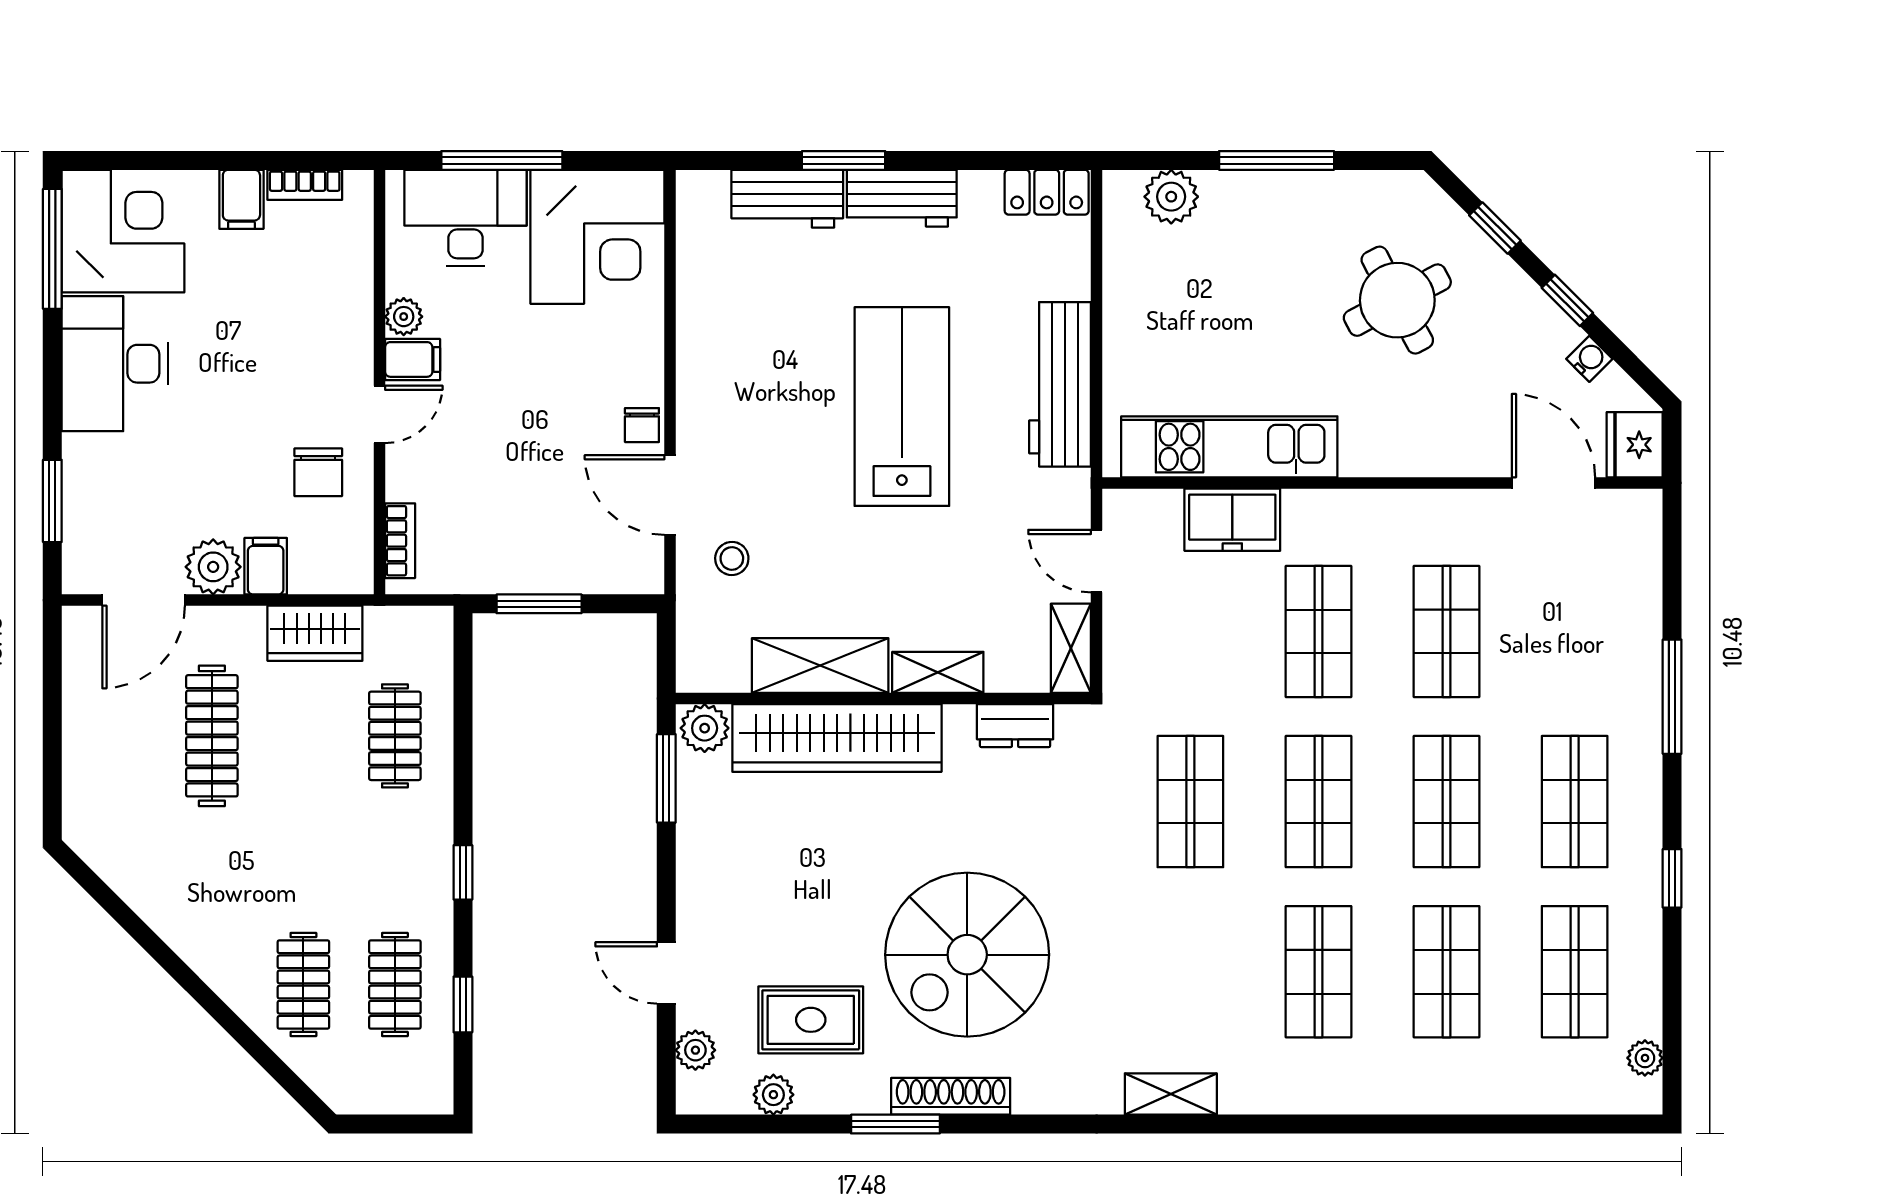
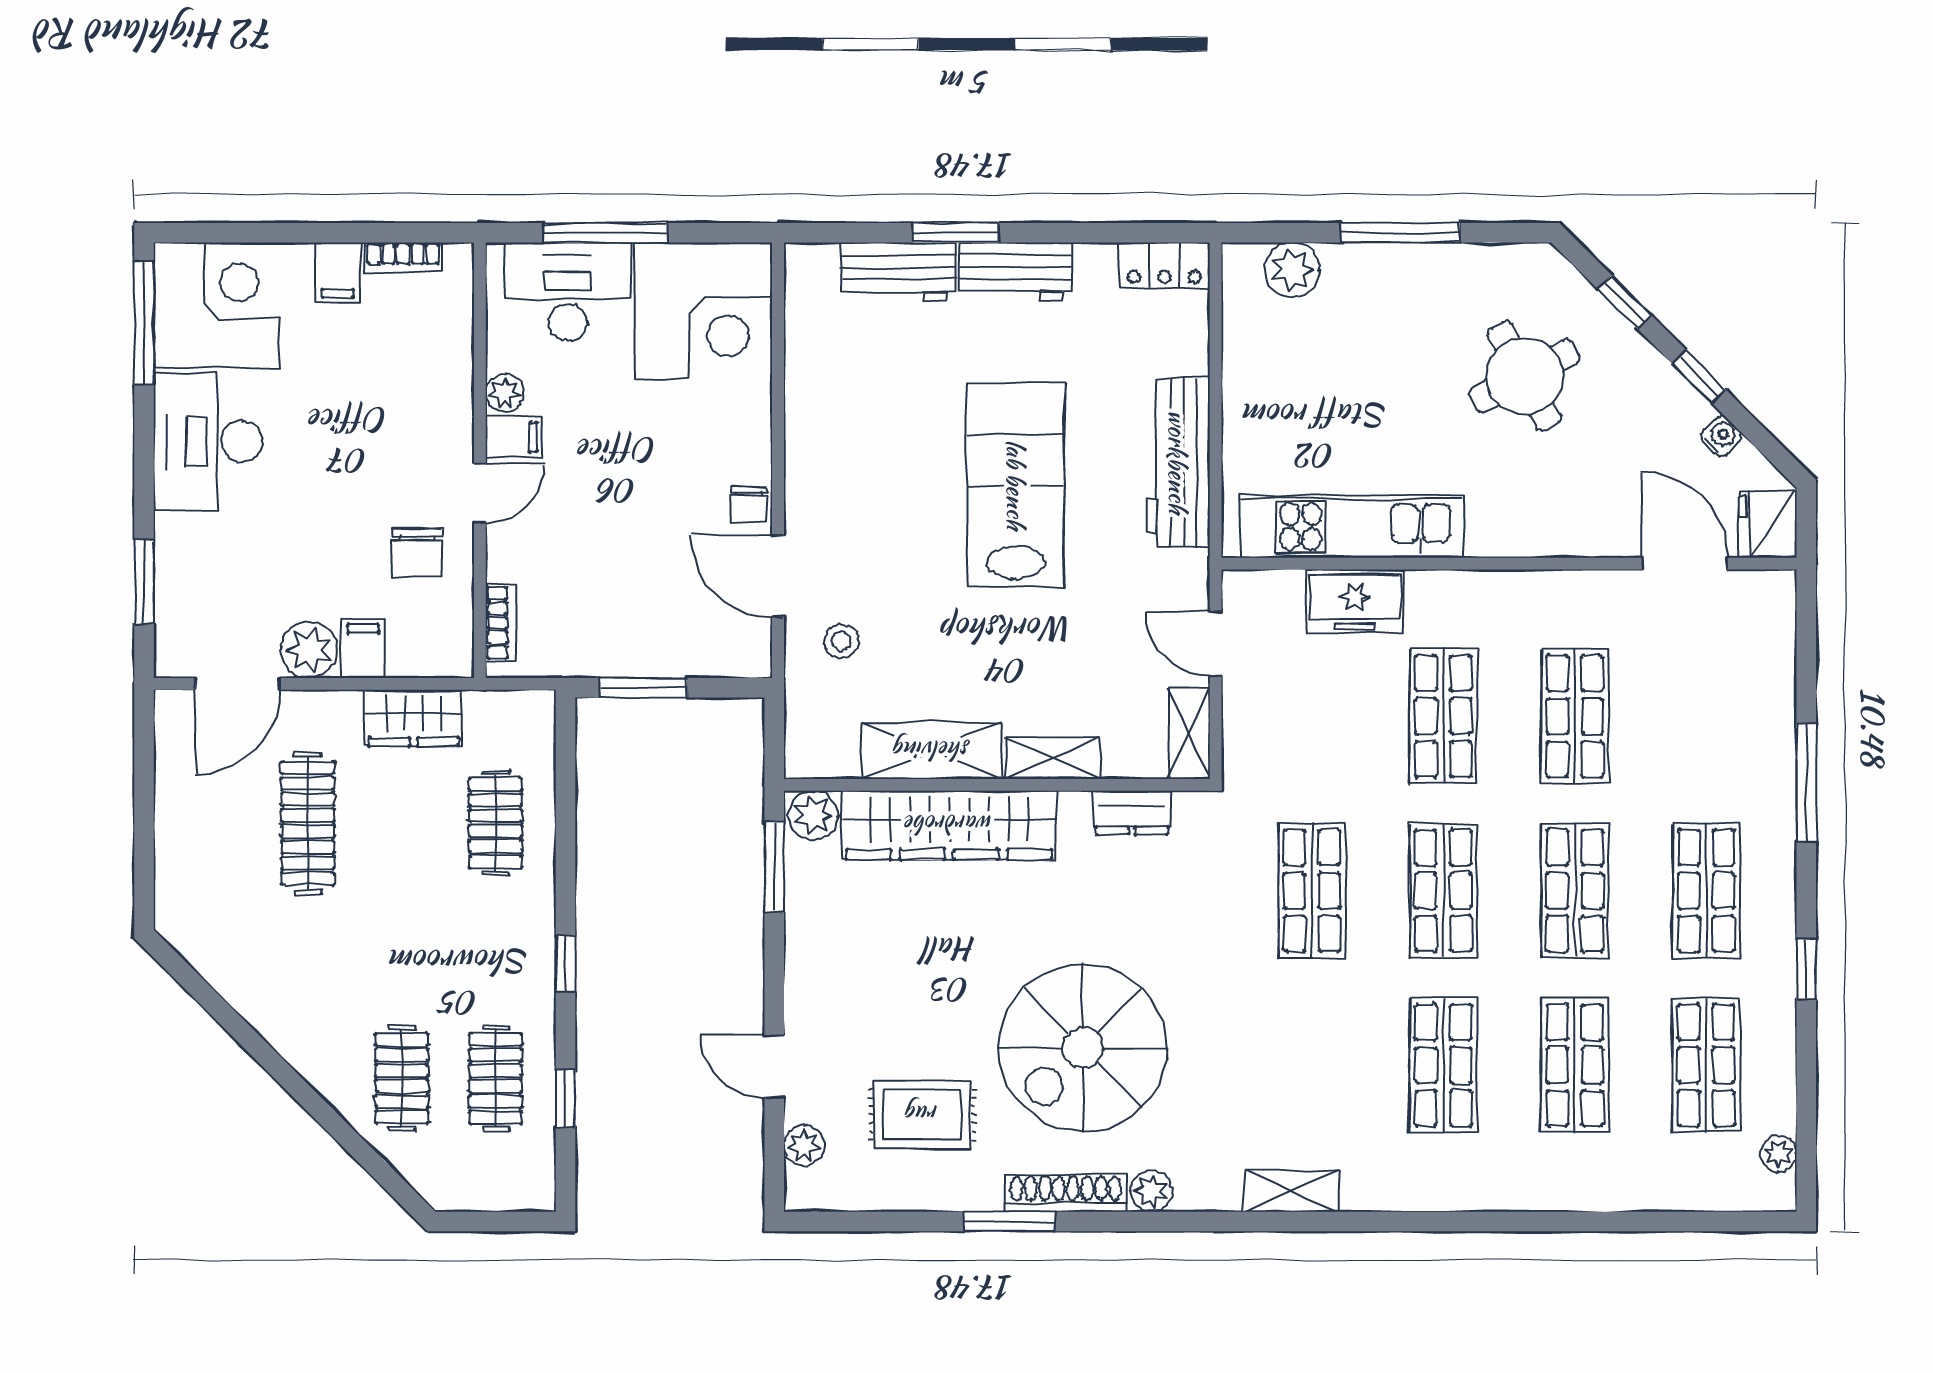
plant: (773, 1095) -> (1151, 1191), moved

